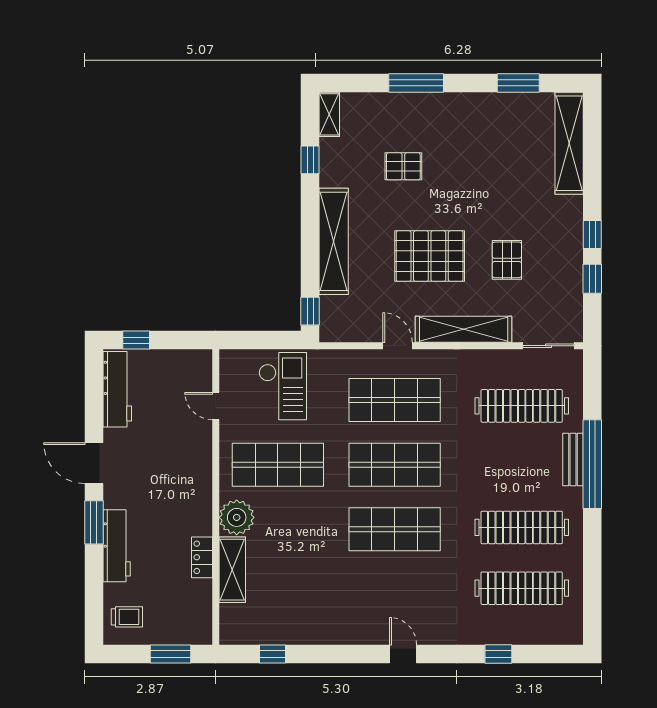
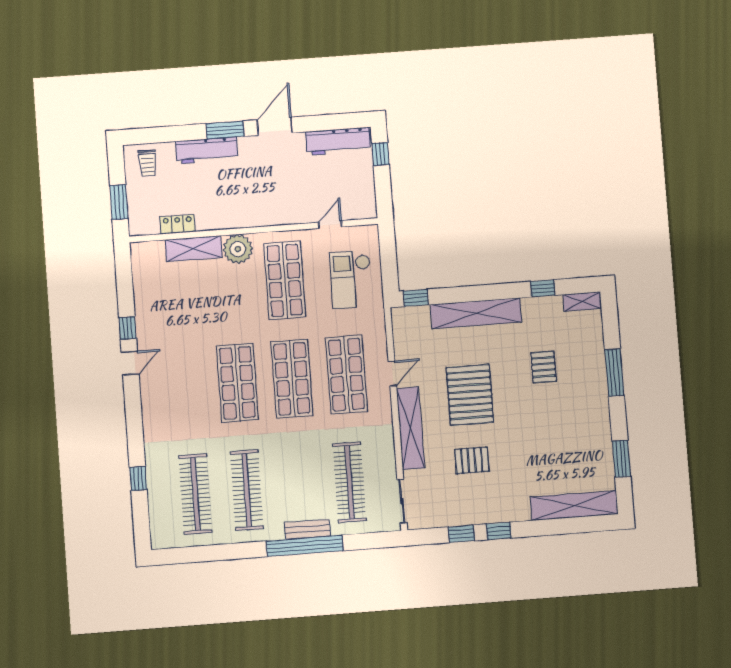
checkout: (283, 386) -> (351, 279), turned 90
locker: (202, 557) -> (177, 224), moved
window: (273, 654) -> (128, 328), moved
door: (403, 654) -> (130, 363), moved

